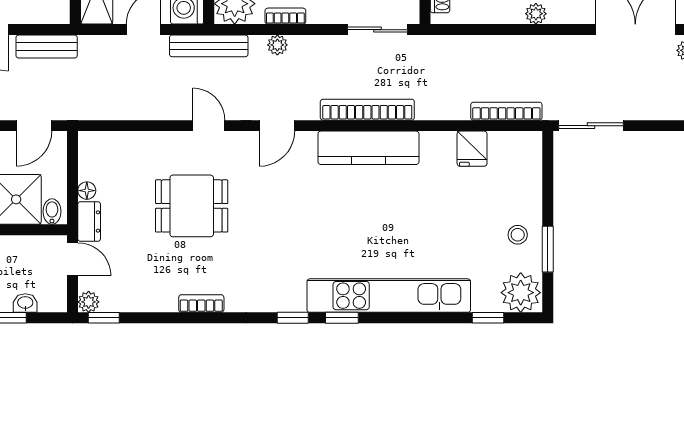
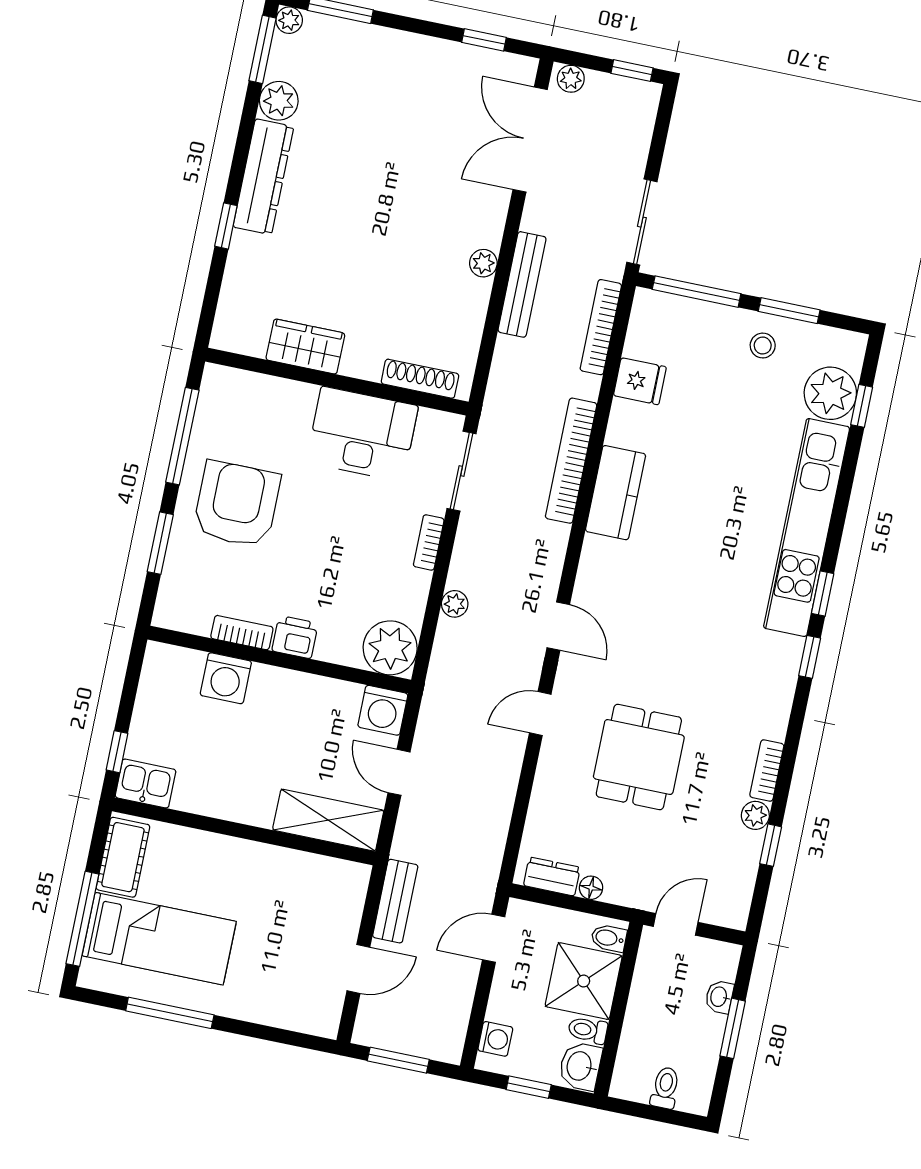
bookcase: (285, 16) -> (429, 542), moved
bench: (209, 46) -> (522, 284), moved
bookcase: (367, 110) -> (571, 461), moved
door: (34, 126) -> (494, 938), swing flipped
kitchen counter: (368, 148) -> (616, 493), width x0.67
window: (548, 177) -> (697, 292), added
dresser: (89, 221) -> (552, 876), moved
plant: (521, 293) -> (830, 393), moved
plant: (89, 302) -> (755, 815), moved
window: (104, 318) -> (771, 845), moved

